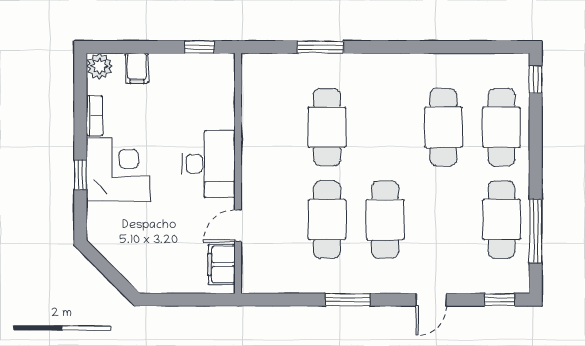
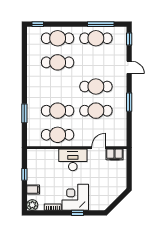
window: (200, 47) -> (24, 174), moved
cafe table: (269, 127) -> (58, 135), added
door: (238, 226) -> (98, 148), swing flipped

